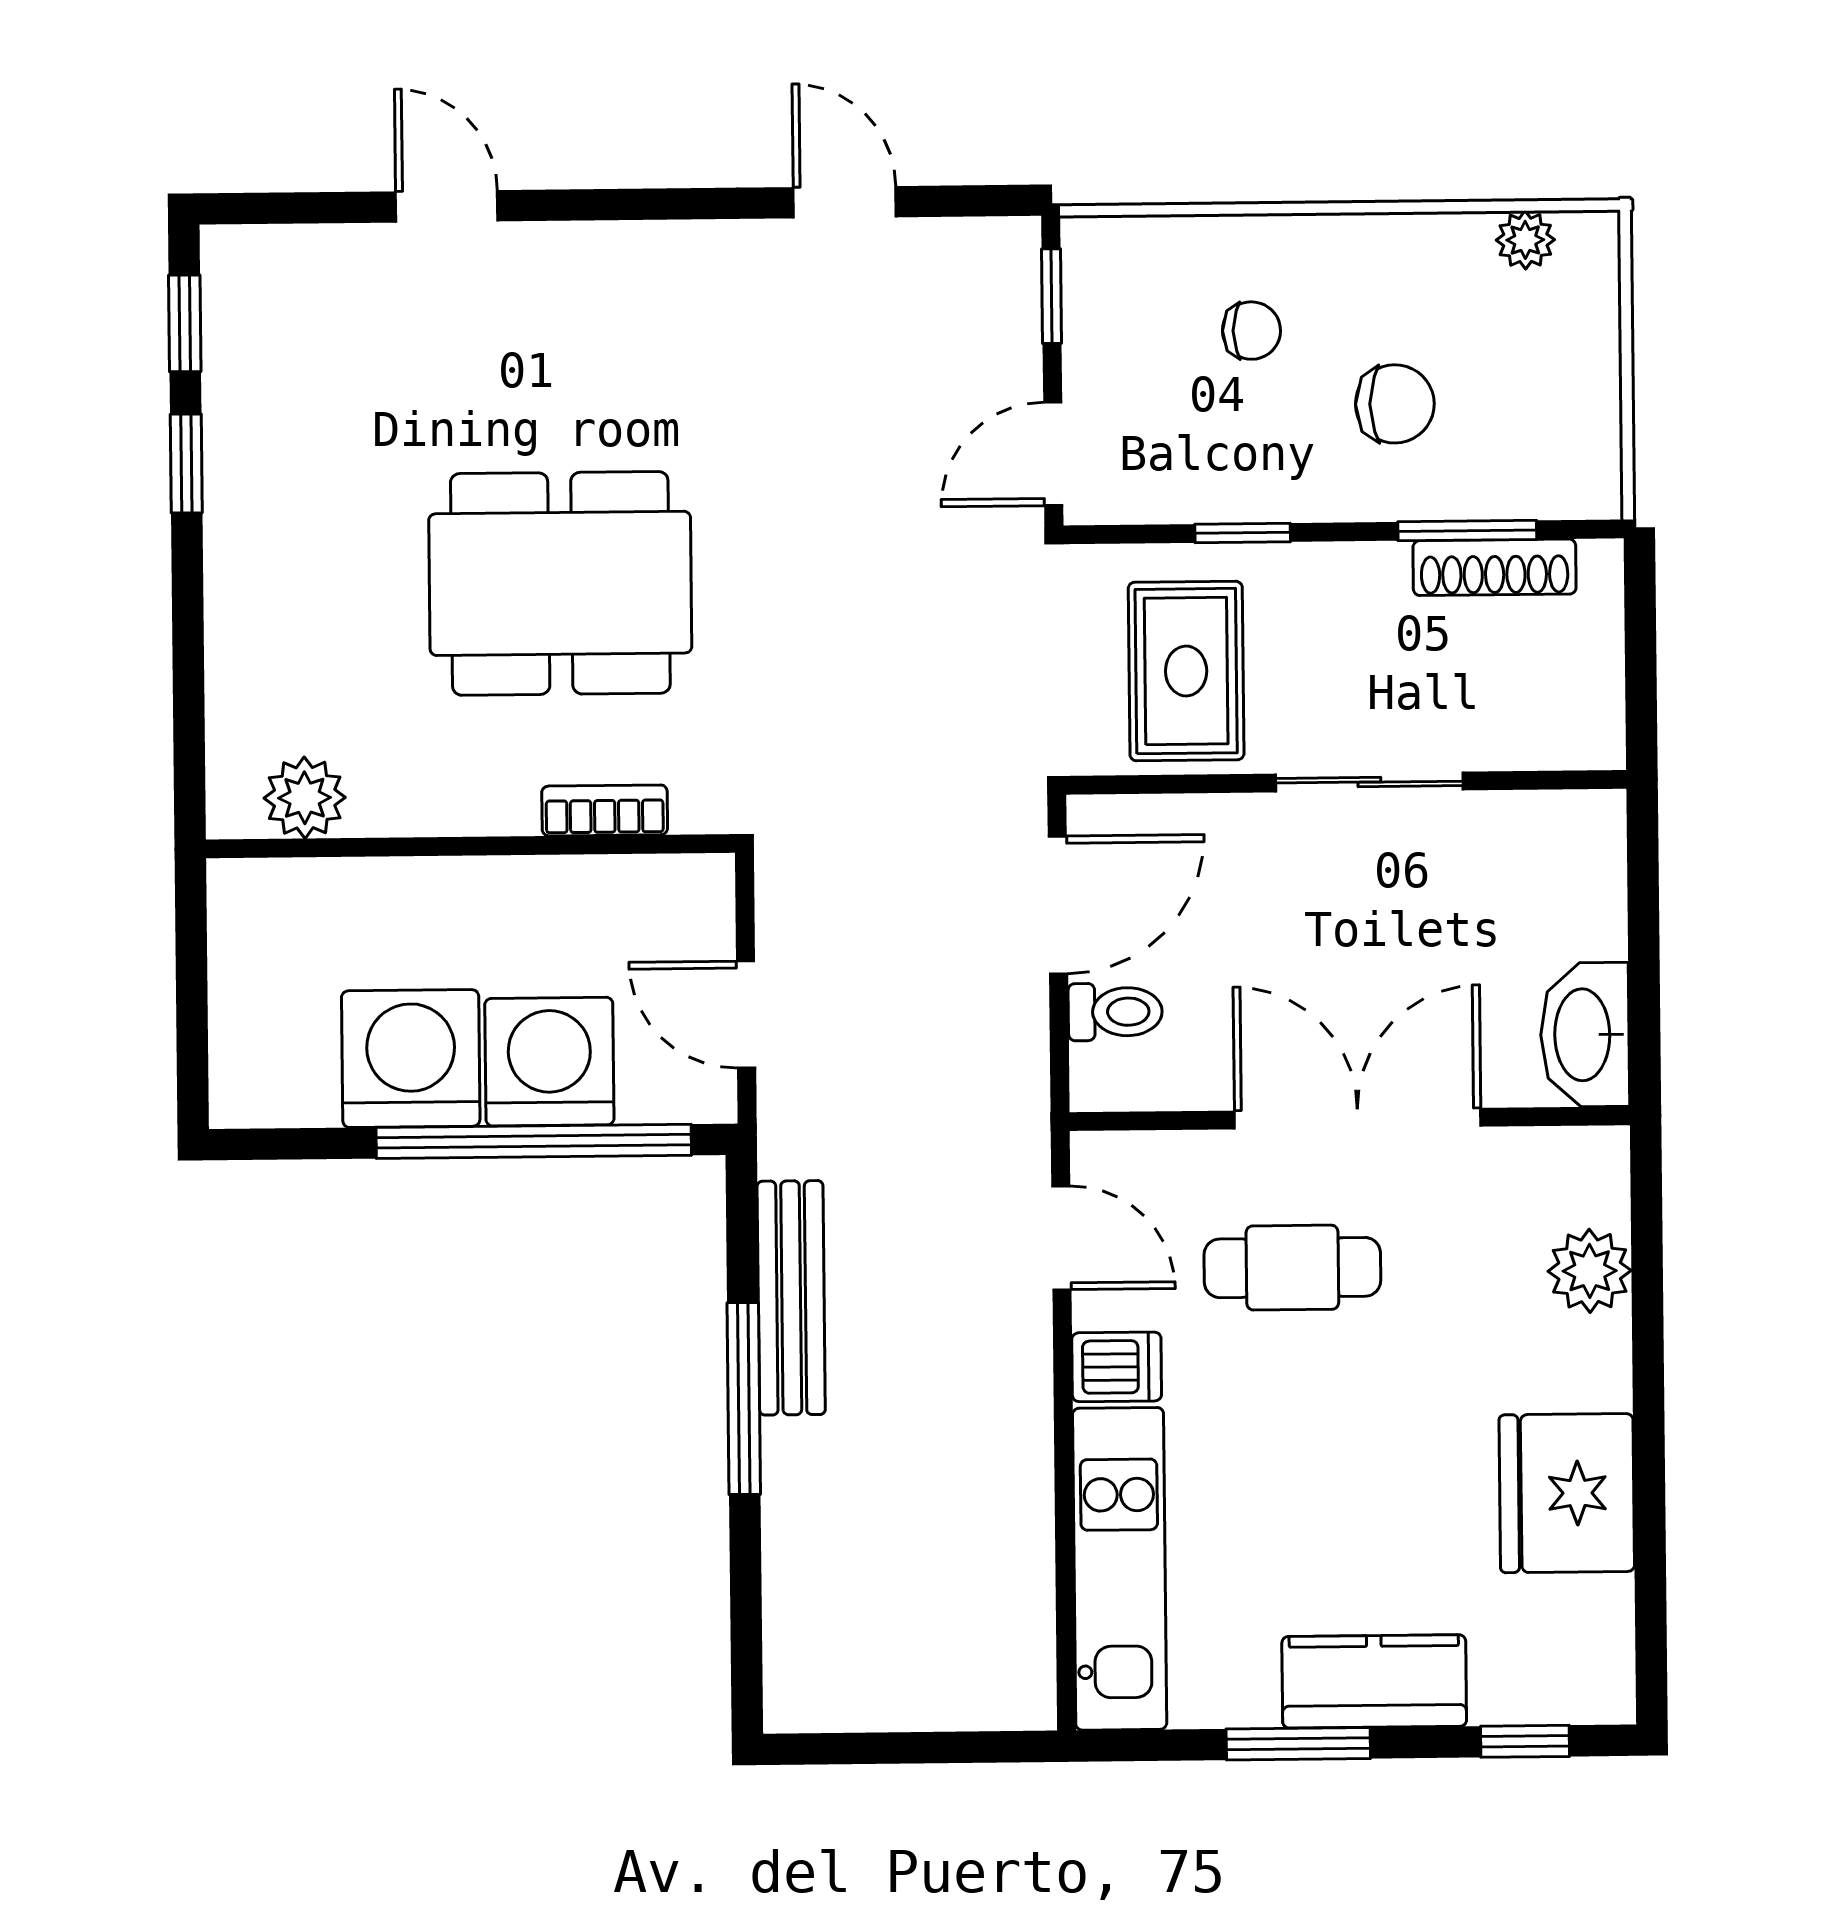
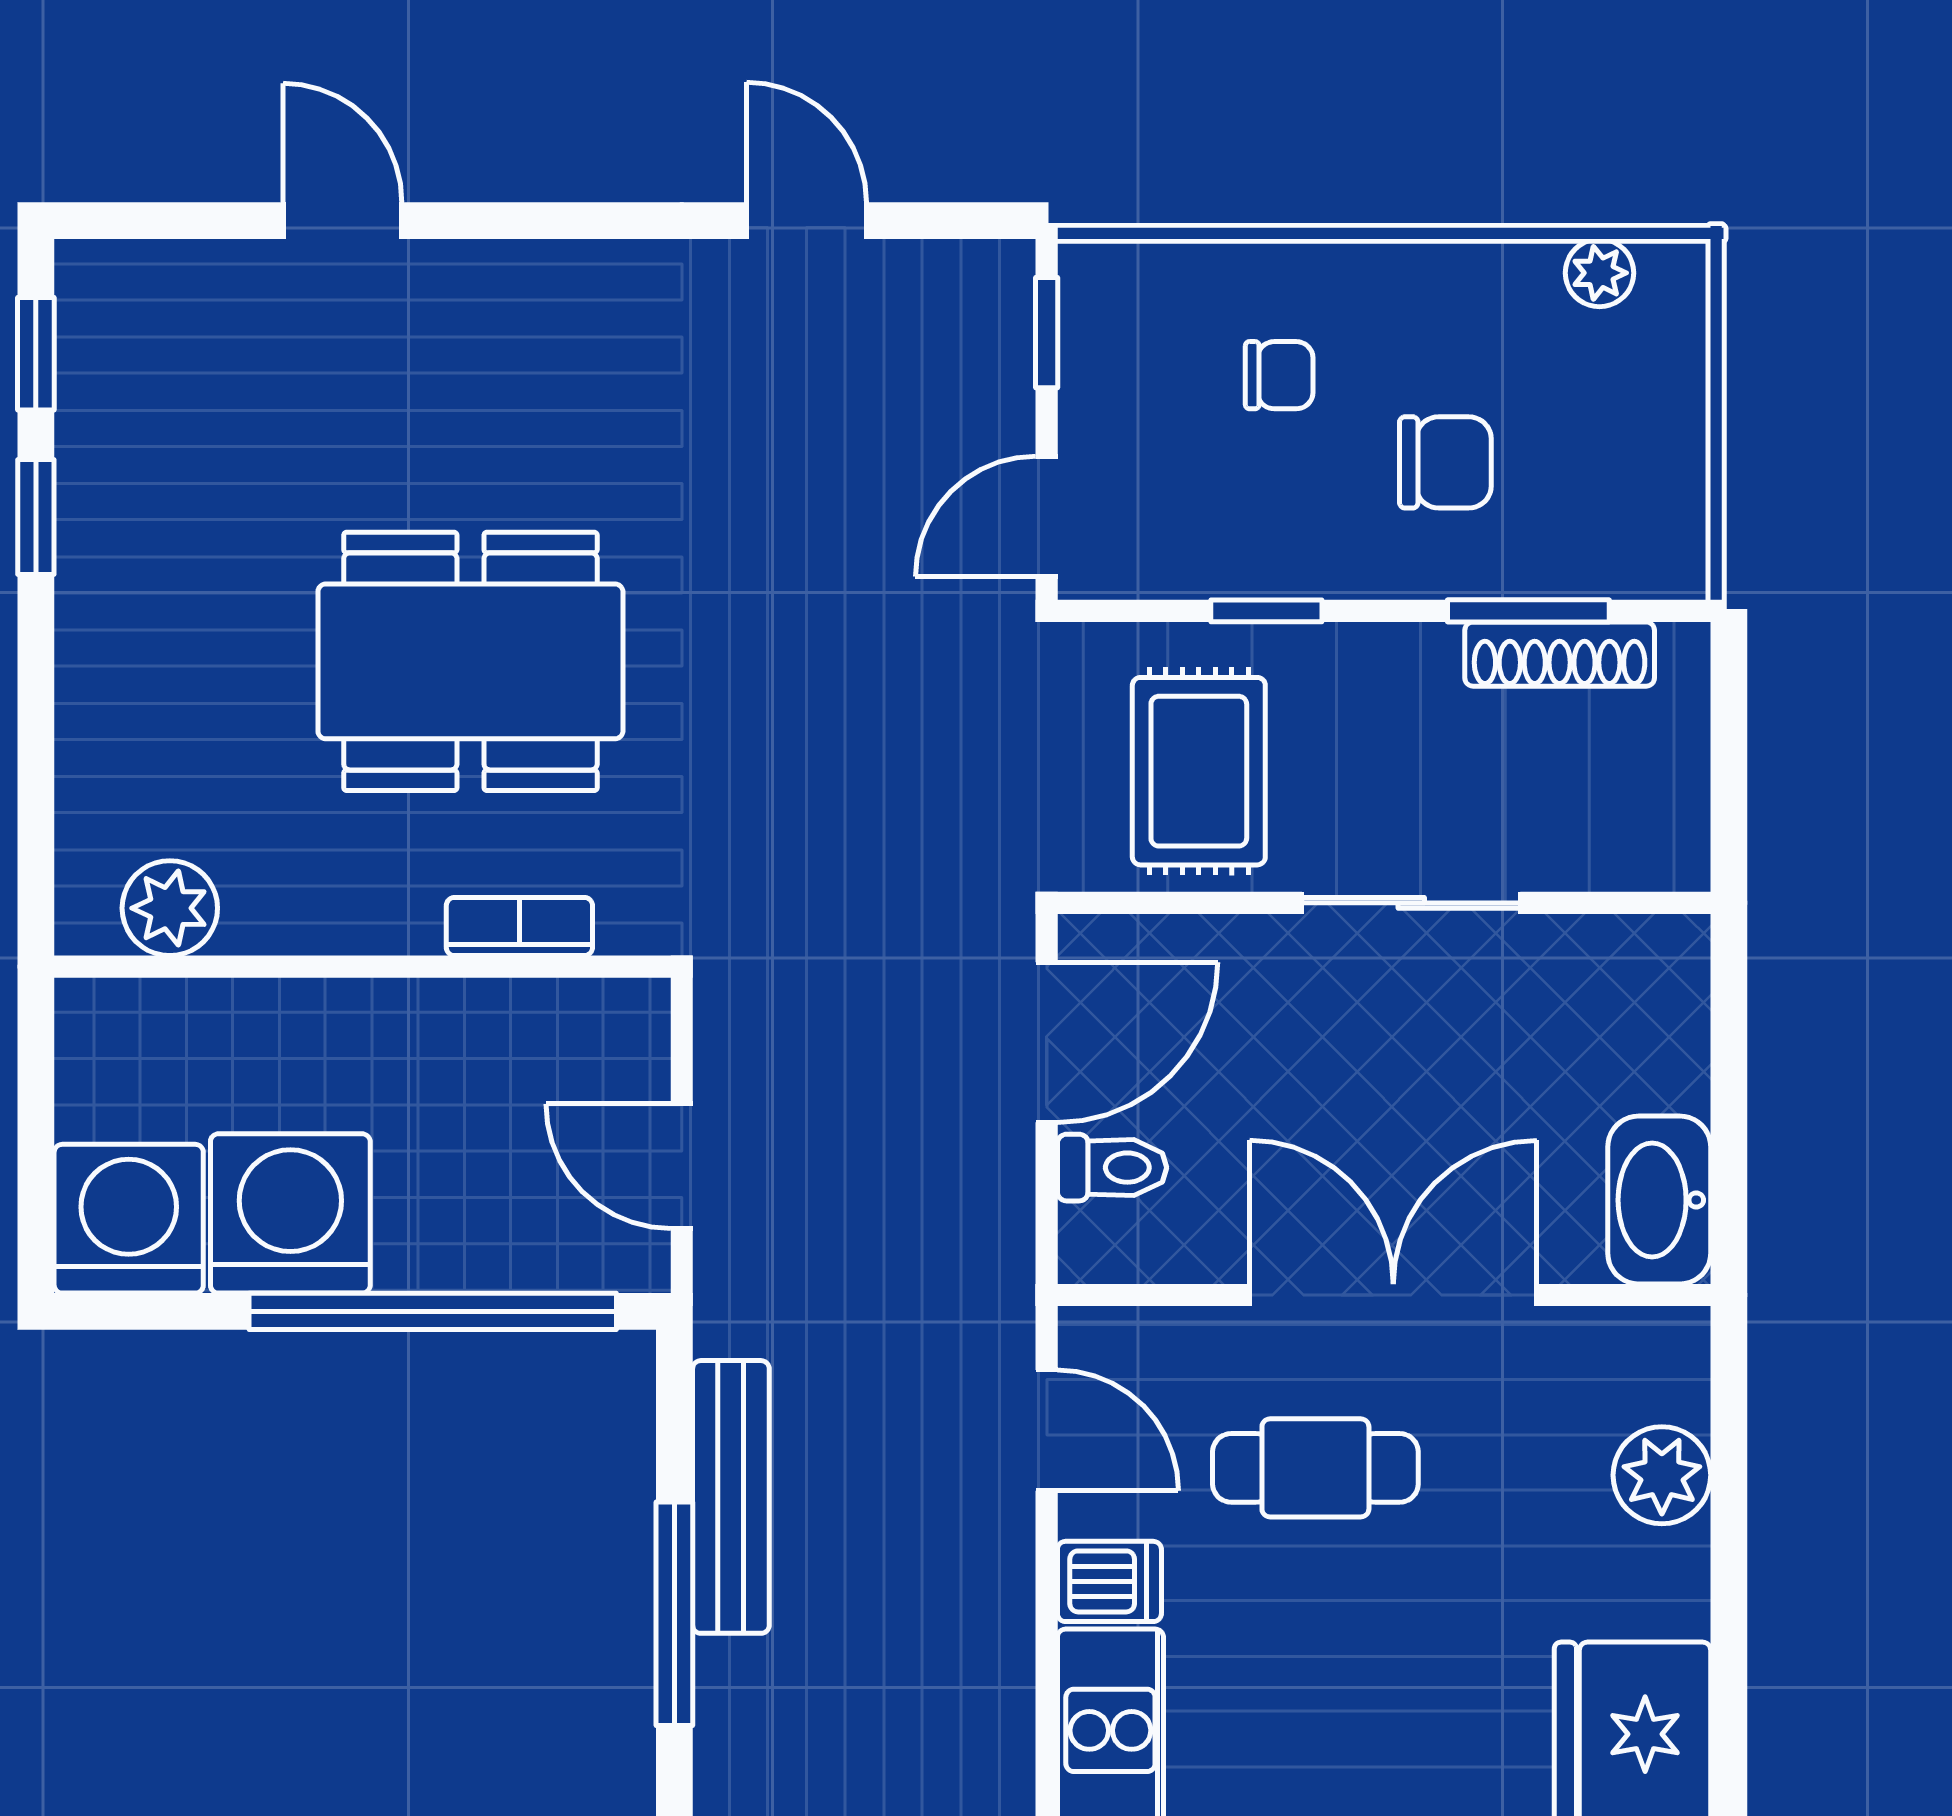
washing machine: (549, 1062) -> (129, 1219), moved

